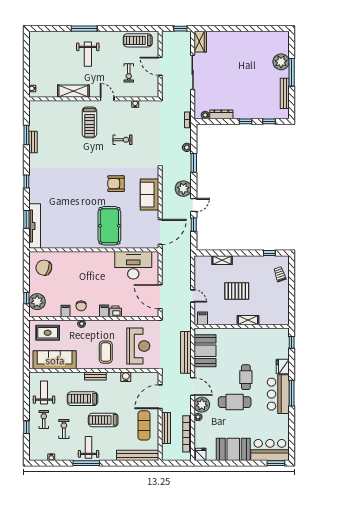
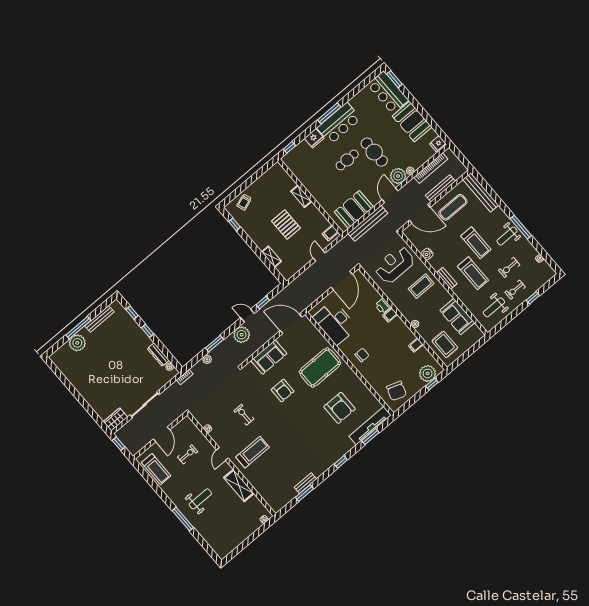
armchair: (67, 215) -> (340, 408), added
chair: (81, 306) -> (362, 355), moved
sofa: (55, 360) -> (457, 317), width x0.73

